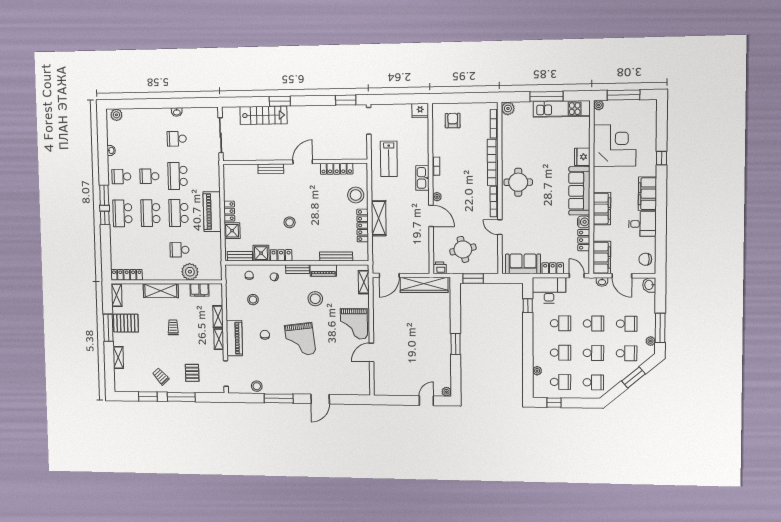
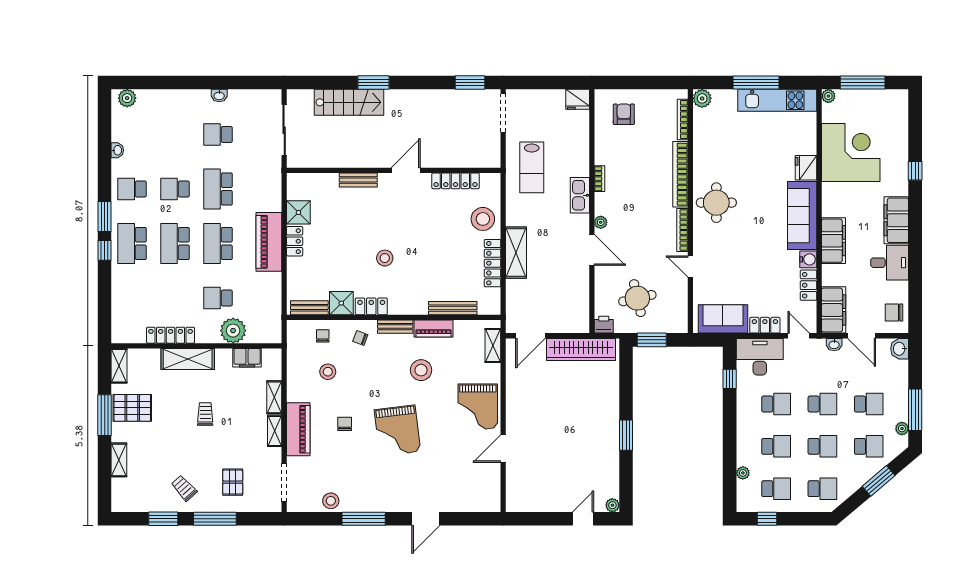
shower: (232, 231) -> (298, 212), moved
locker: (127, 275) -> (171, 335), moved

